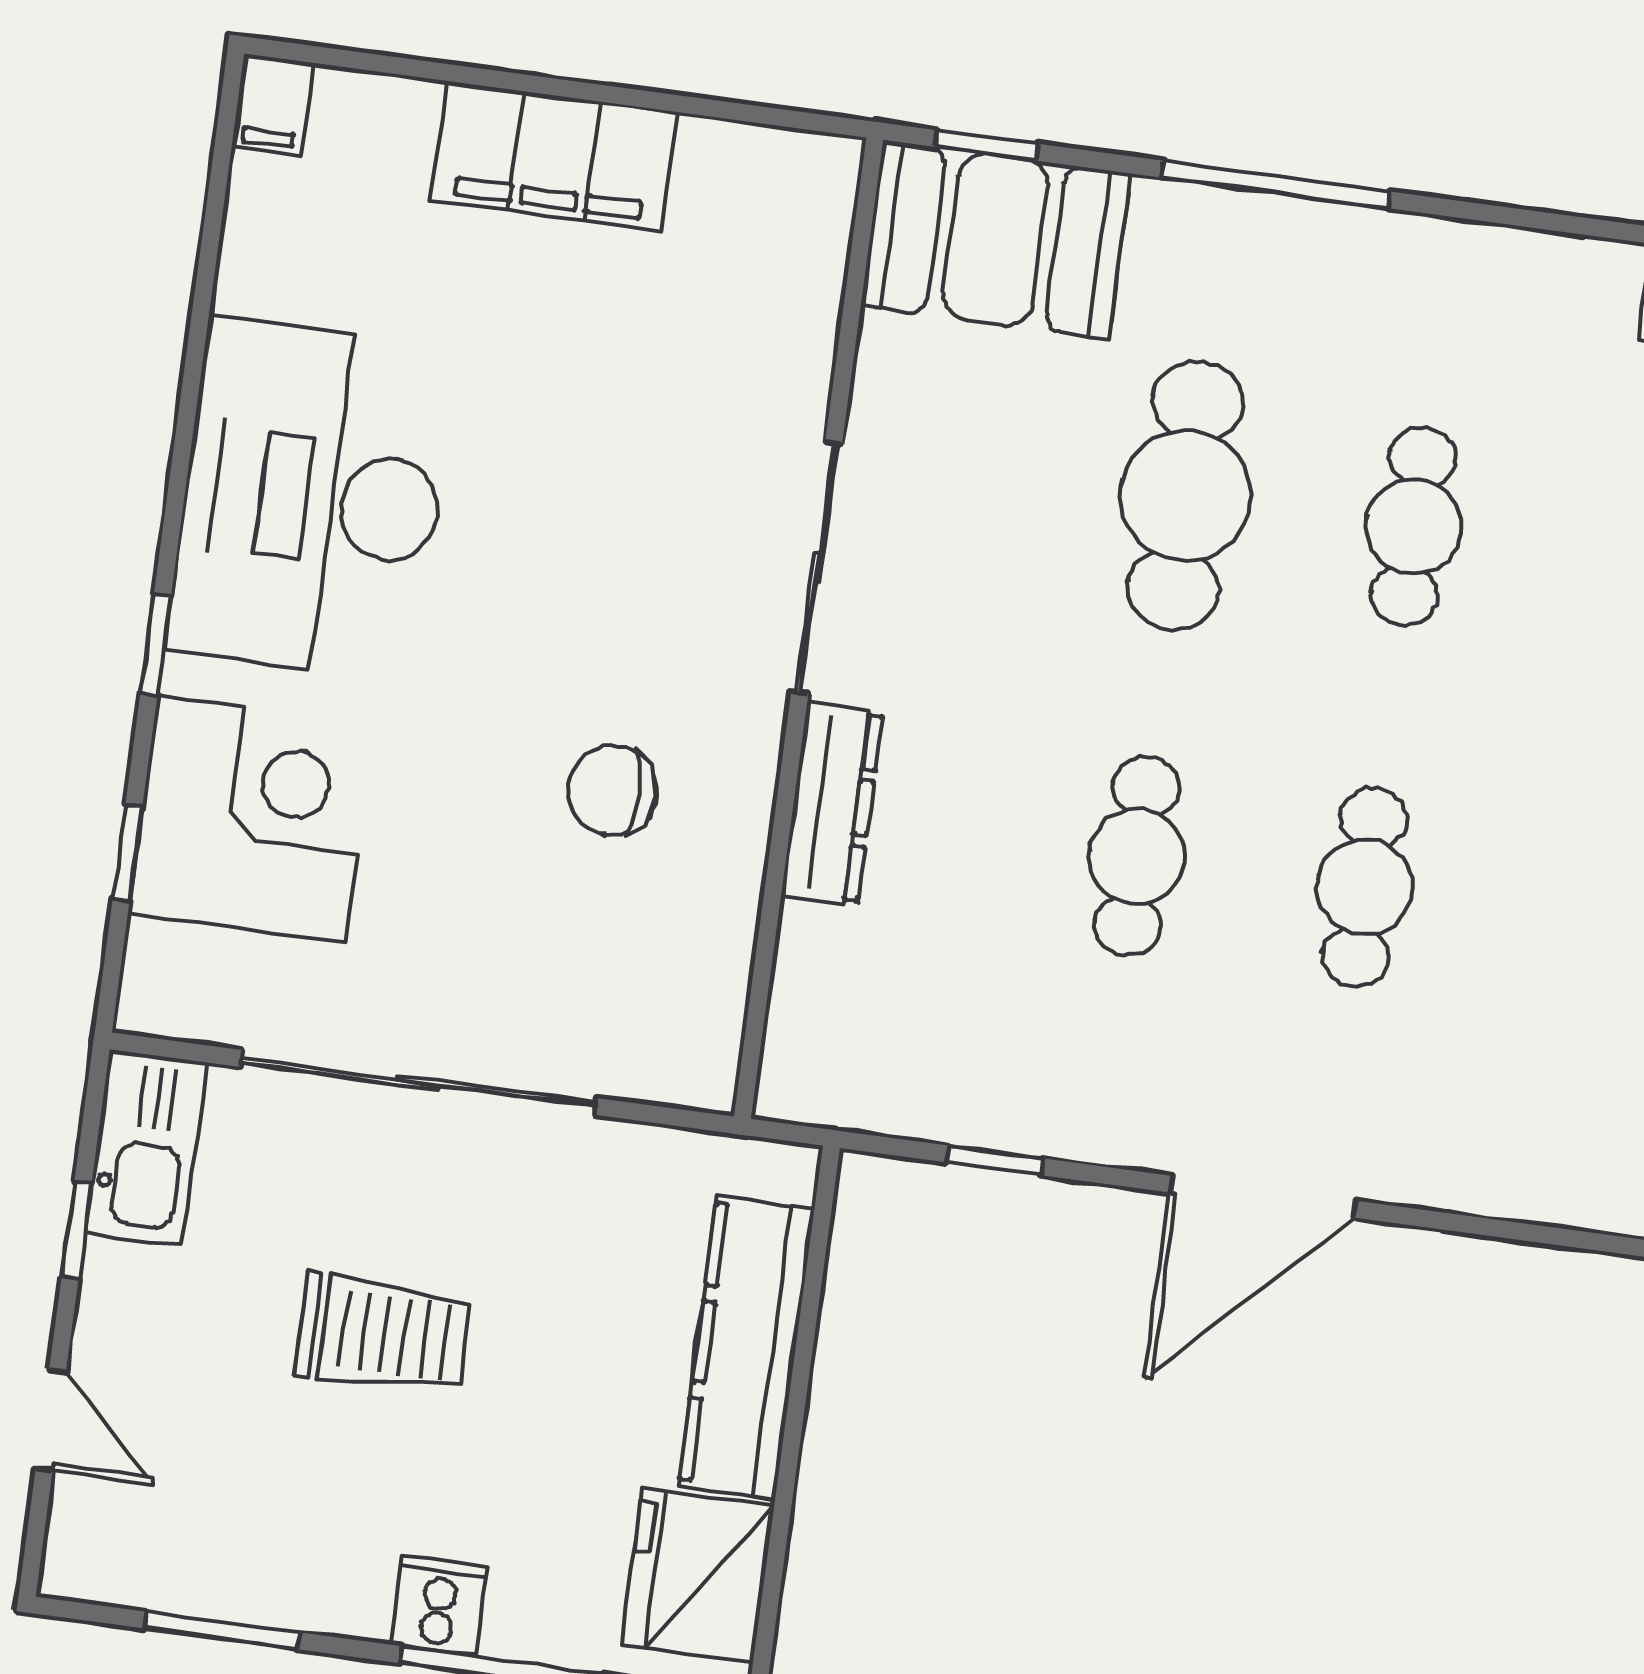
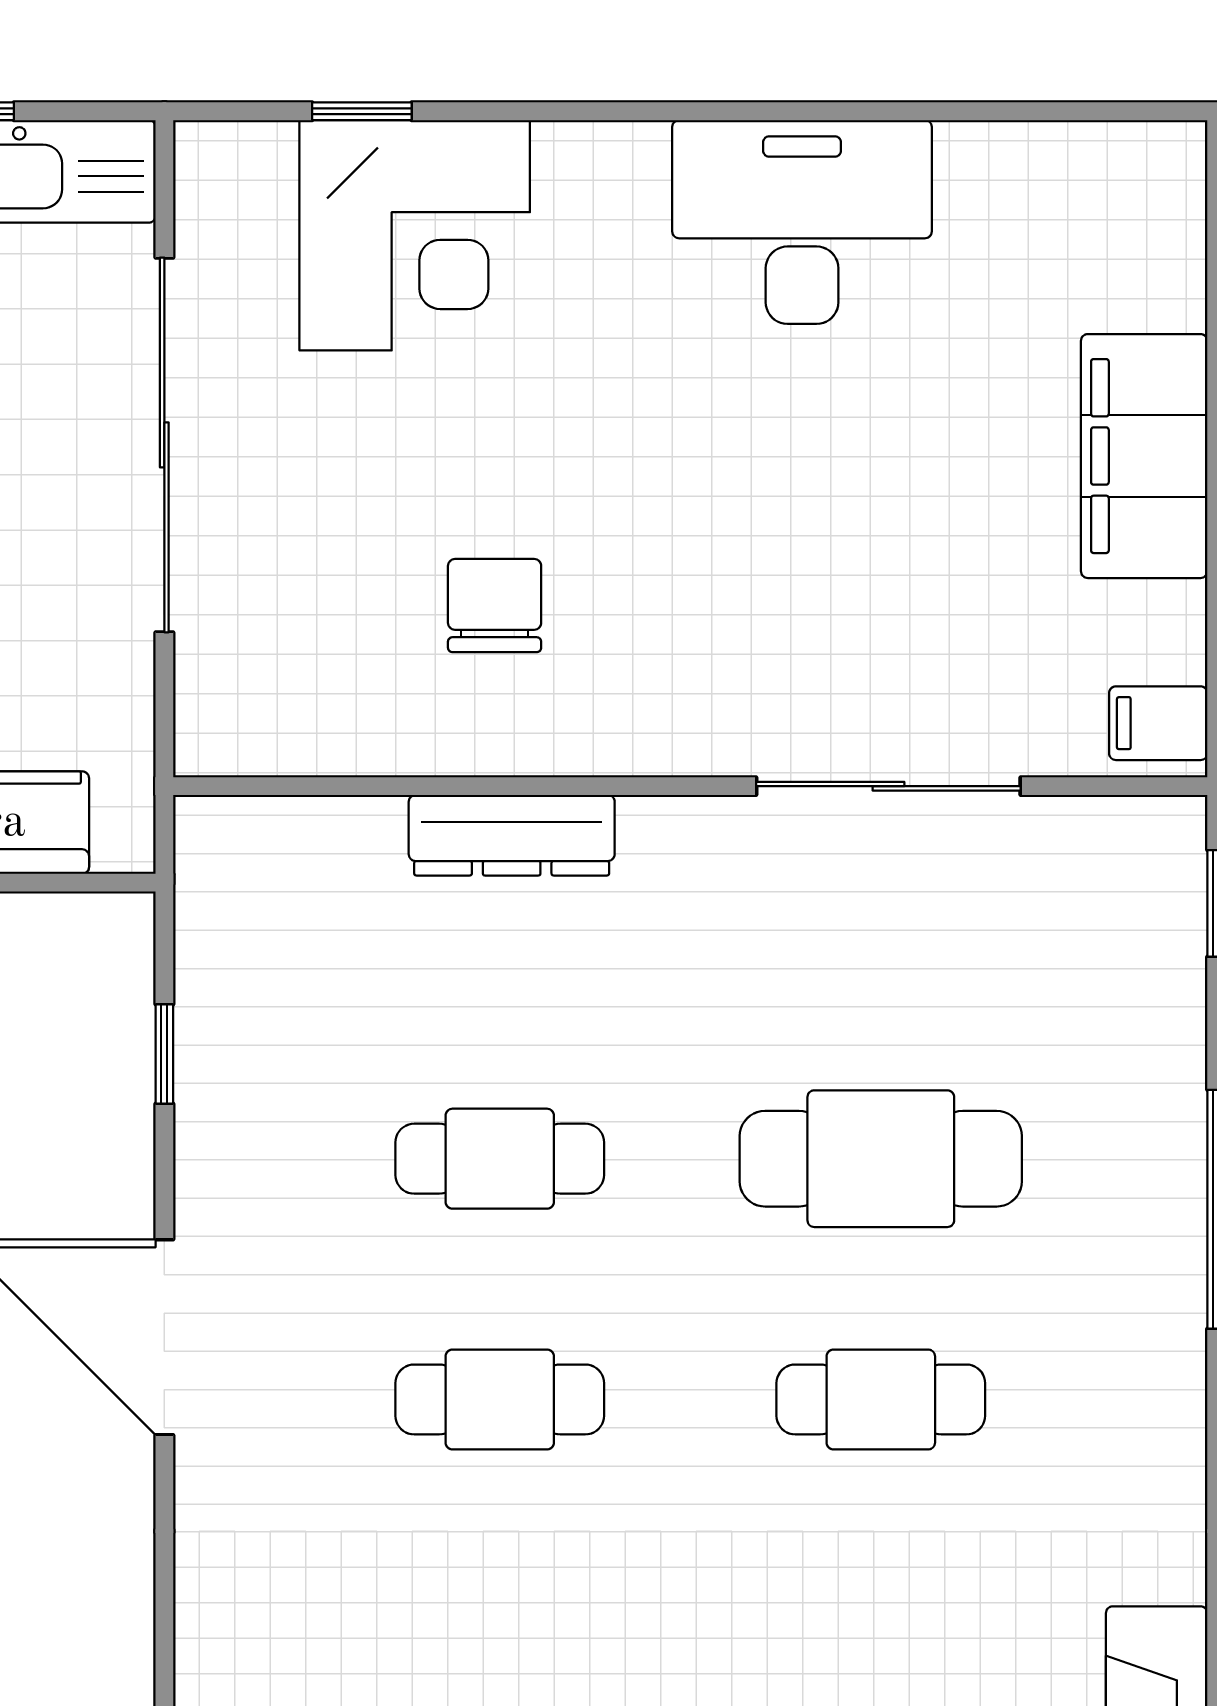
filing cabinet: (273, 105) -> (1158, 723), moved
booth: (996, 240) -> (1120, 926), removed
desk: (312, 499) -> (802, 222), width x0.73, depth x0.77
sliding door: (817, 568) -> (888, 786), moved
window: (156, 644) -> (582, 111), removed

